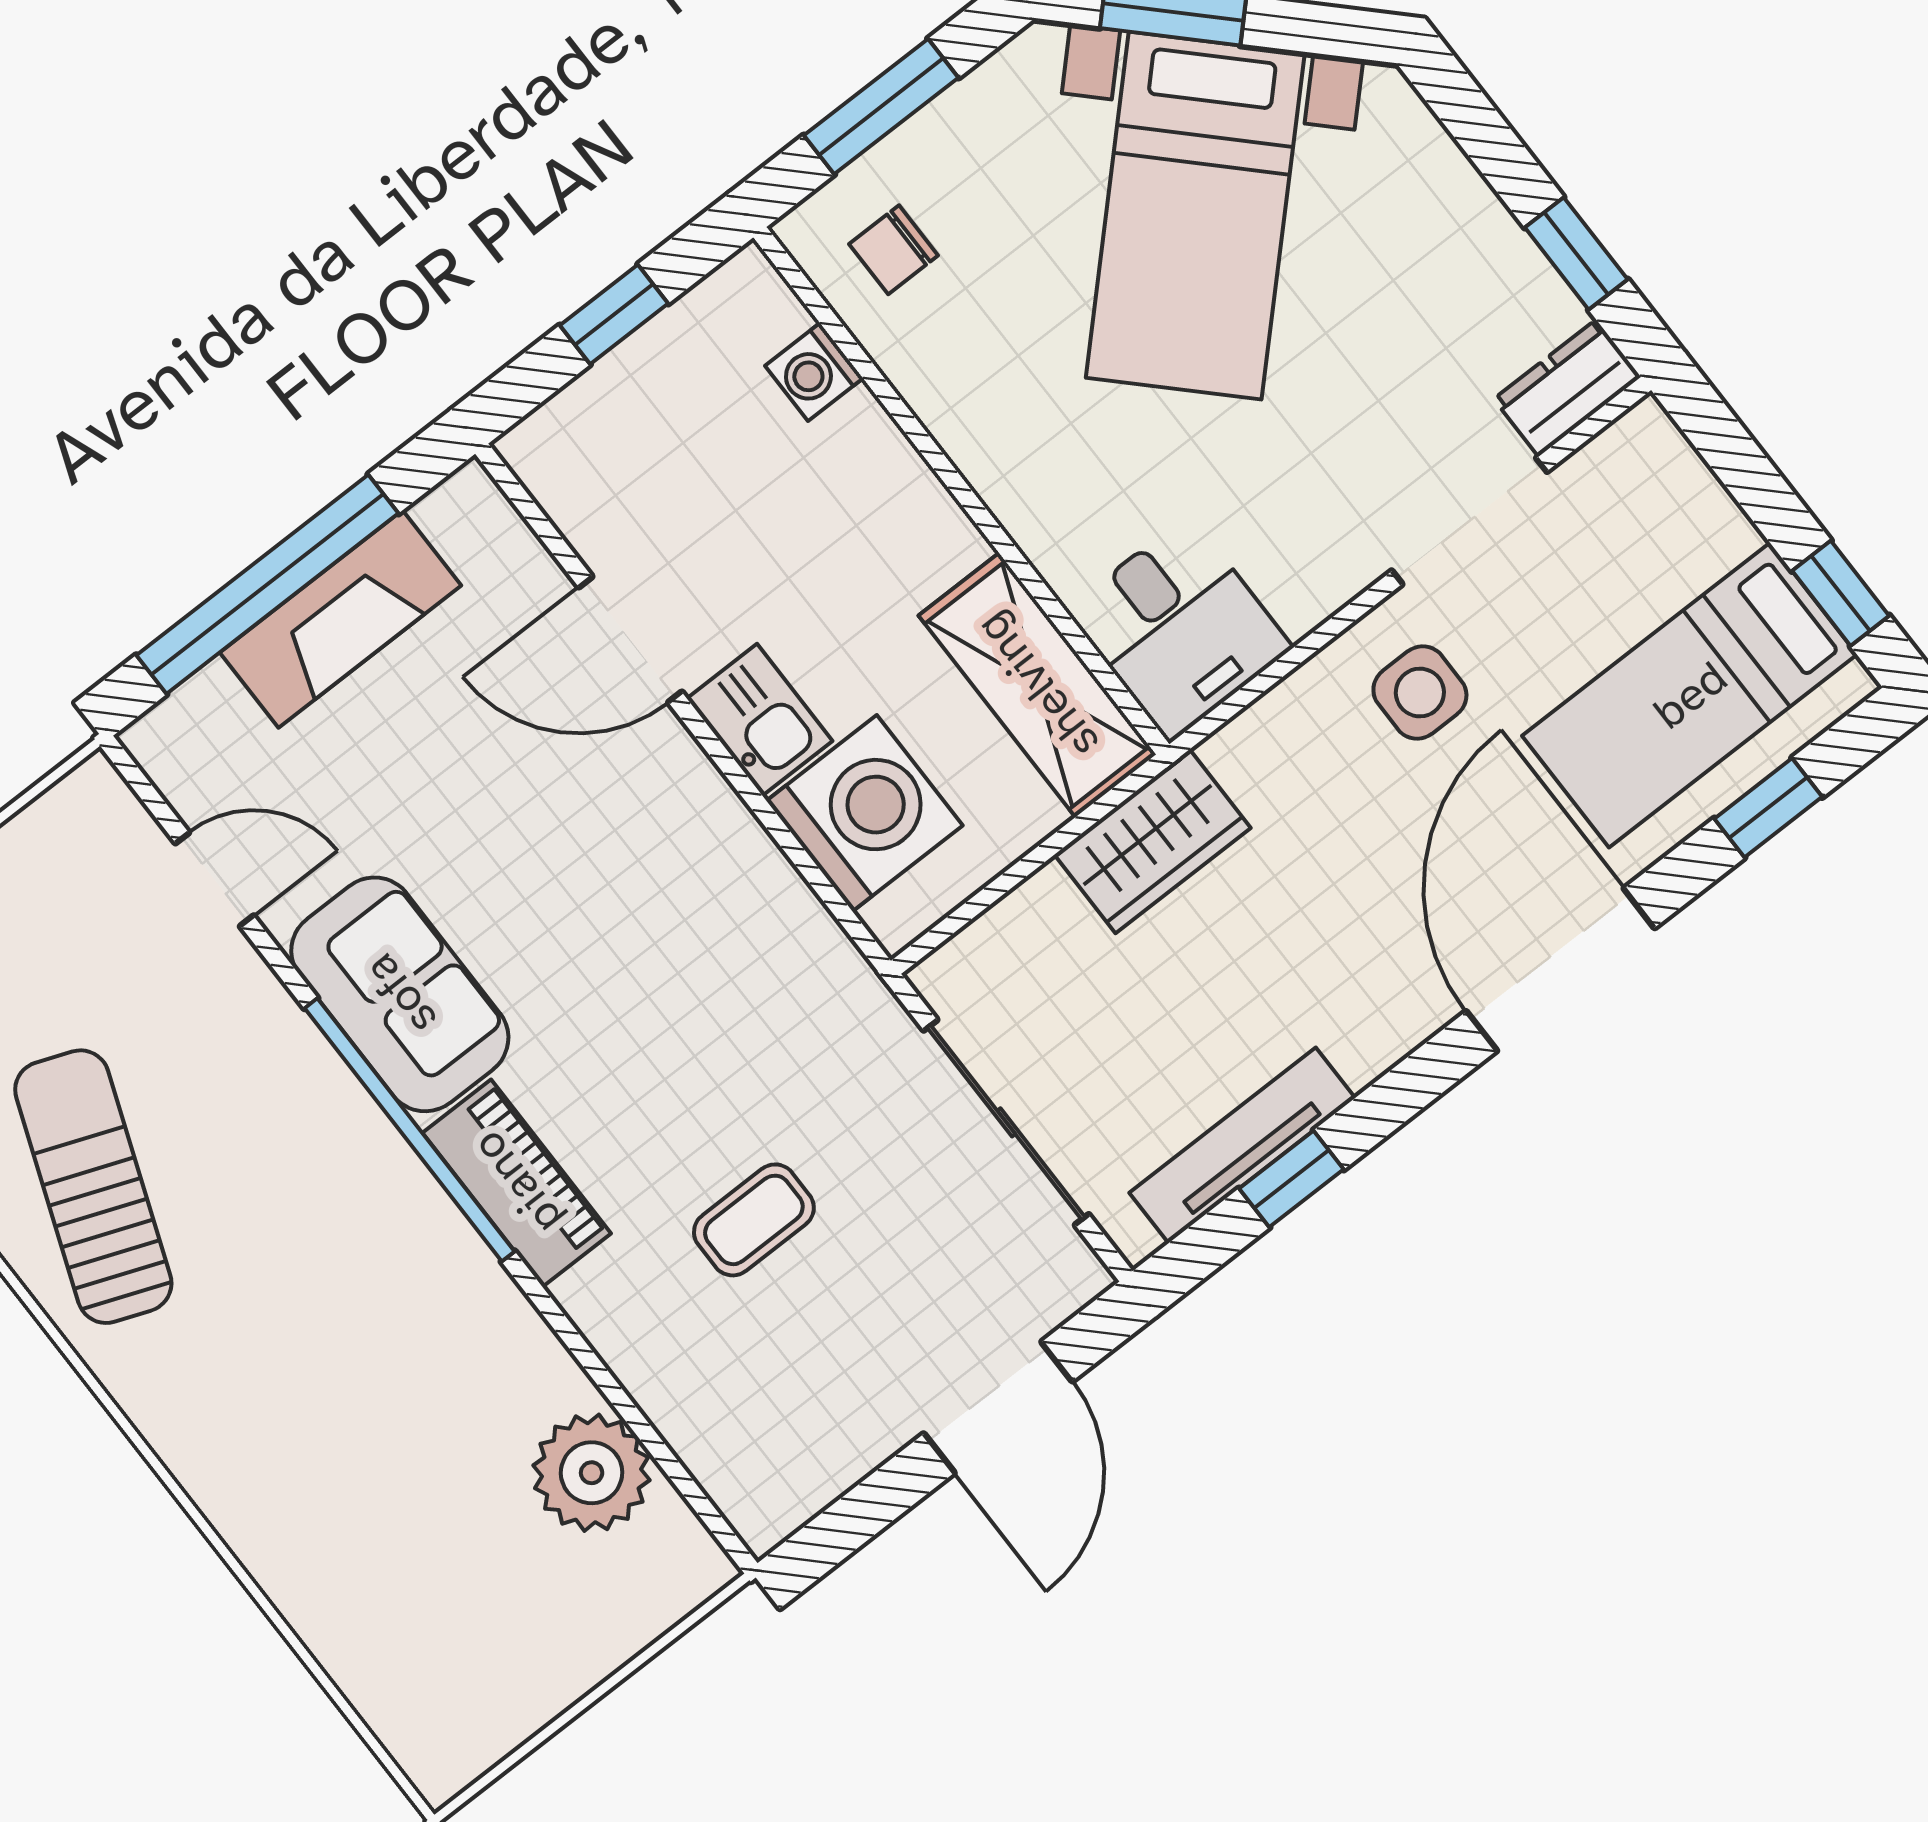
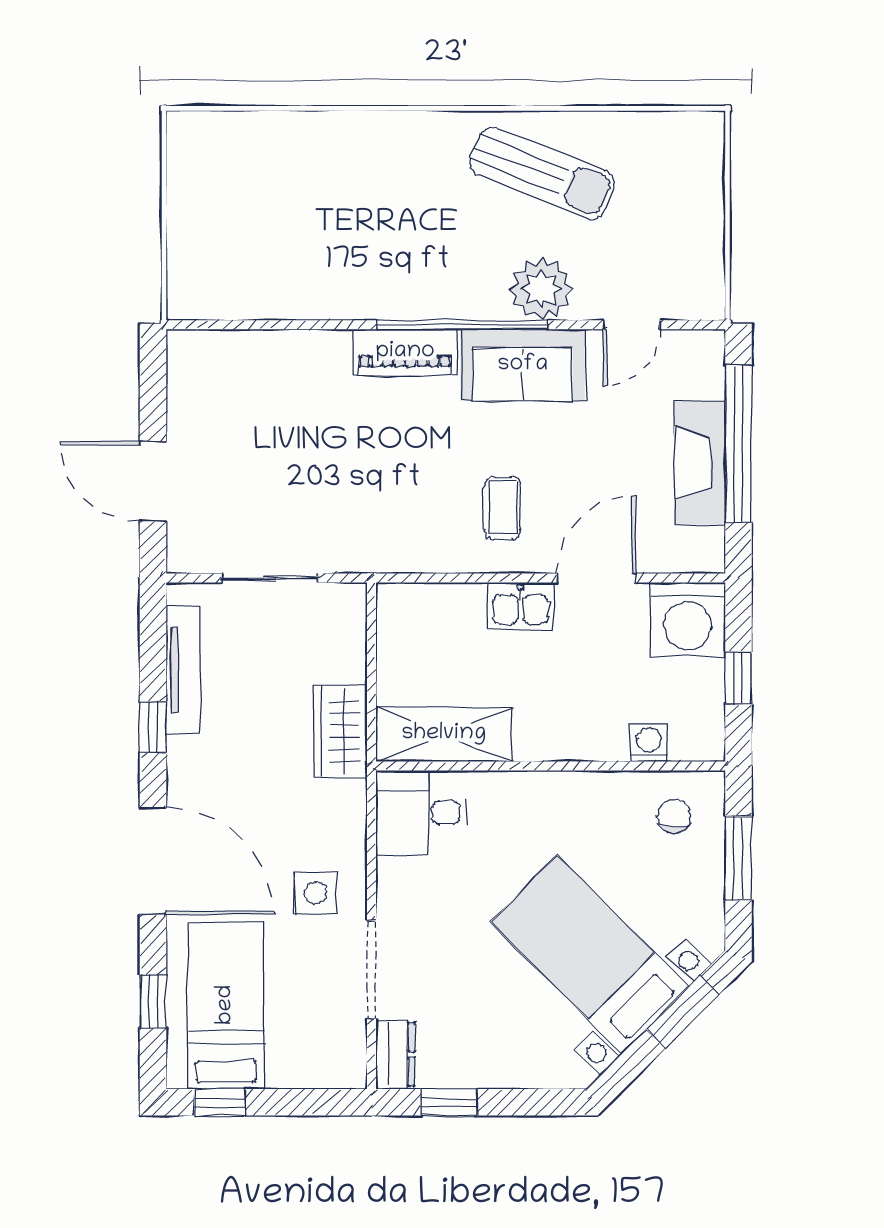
washing machine: (865, 813) -> (688, 620), moved
sliding door: (1006, 1122) -> (270, 578), width x0.73
window: (1291, 1179) -> (153, 727), moved
coffee table: (754, 1220) -> (503, 508), moved
plant: (592, 1473) -> (541, 289), moved

